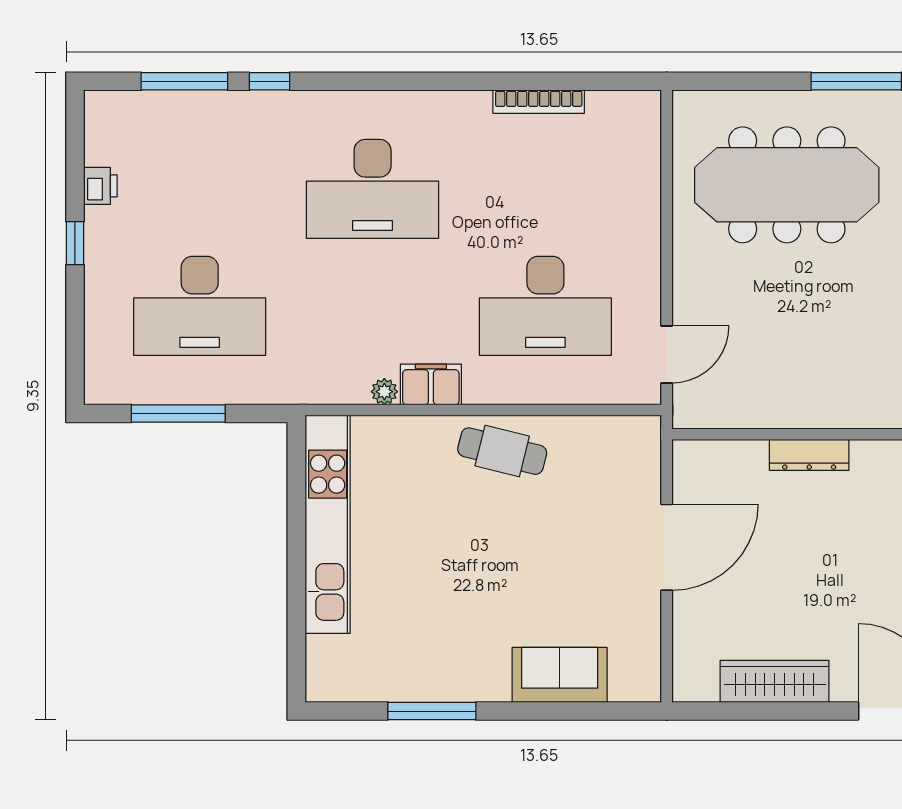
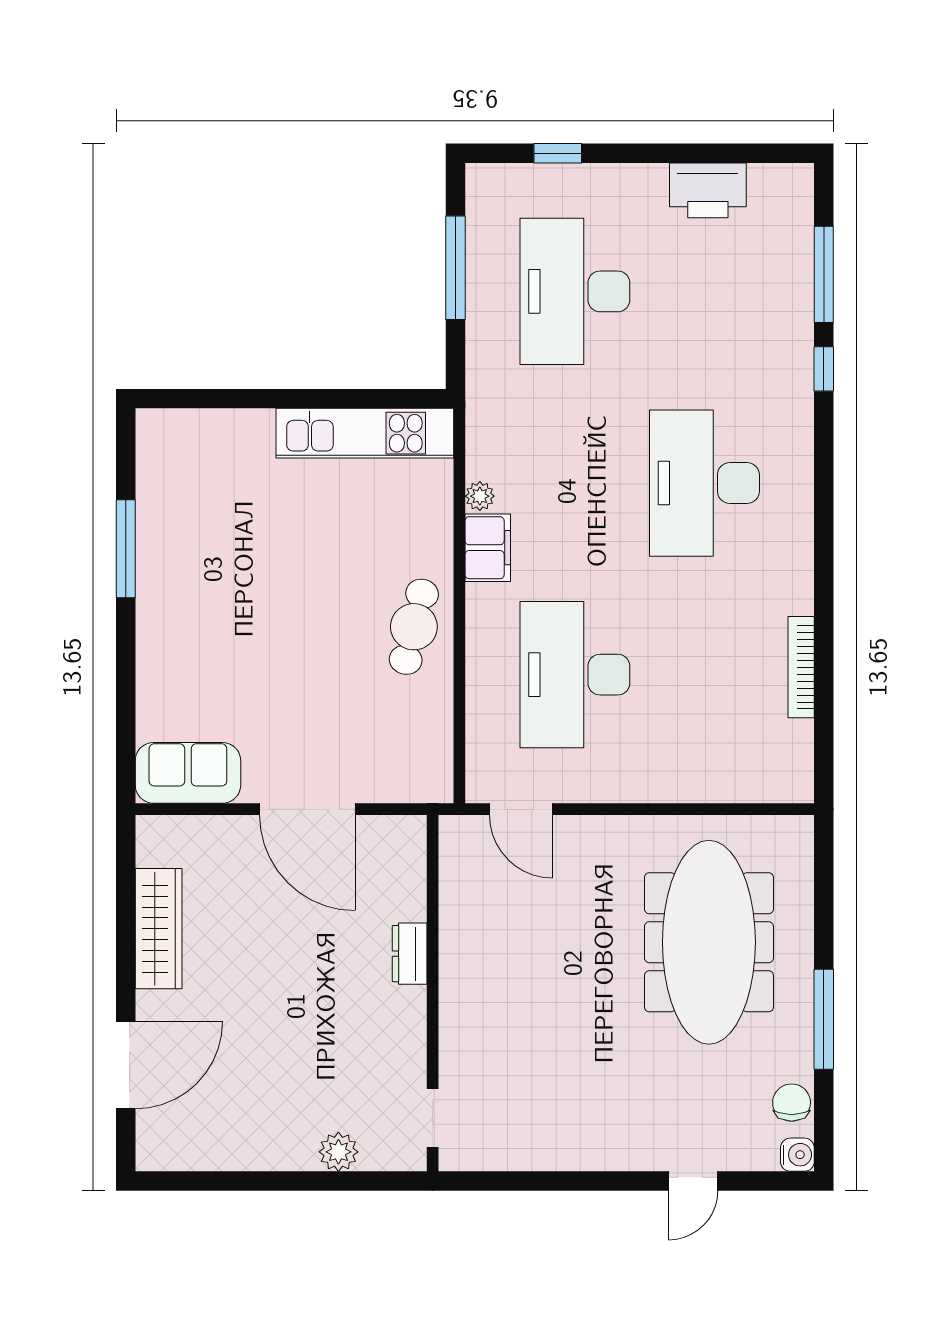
printer: (100, 186) -> (708, 190), width x1.87, depth x1.48
window: (75, 243) -> (558, 153), moved
dresser: (809, 455) -> (410, 954), width x0.70
kitchen unit: (328, 524) -> (365, 433), width x0.73
sofa: (560, 675) -> (188, 773), moved, turned -90

